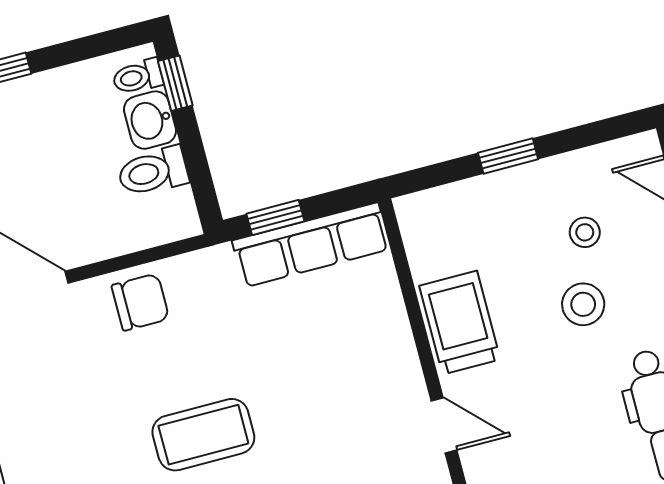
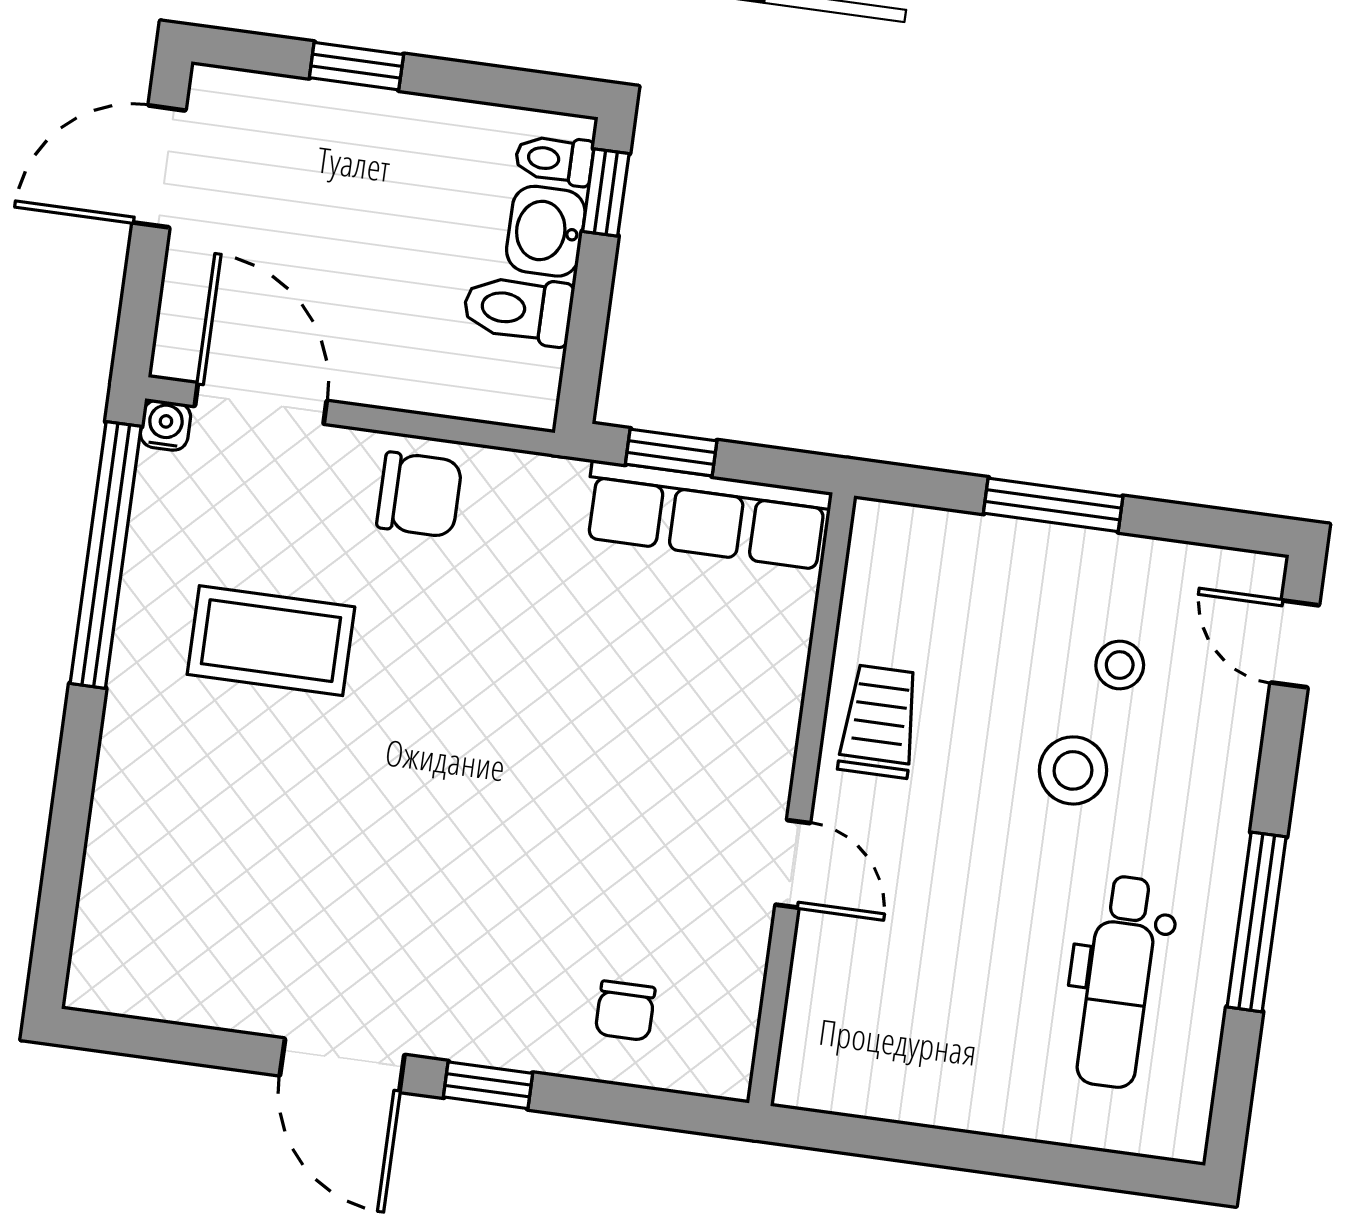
window: (508, 156) -> (1053, 505), width x1.50
trolley: (460, 323) -> (879, 721), width x0.73, depth x0.72
coffee table: (203, 435) -> (271, 641), moved

